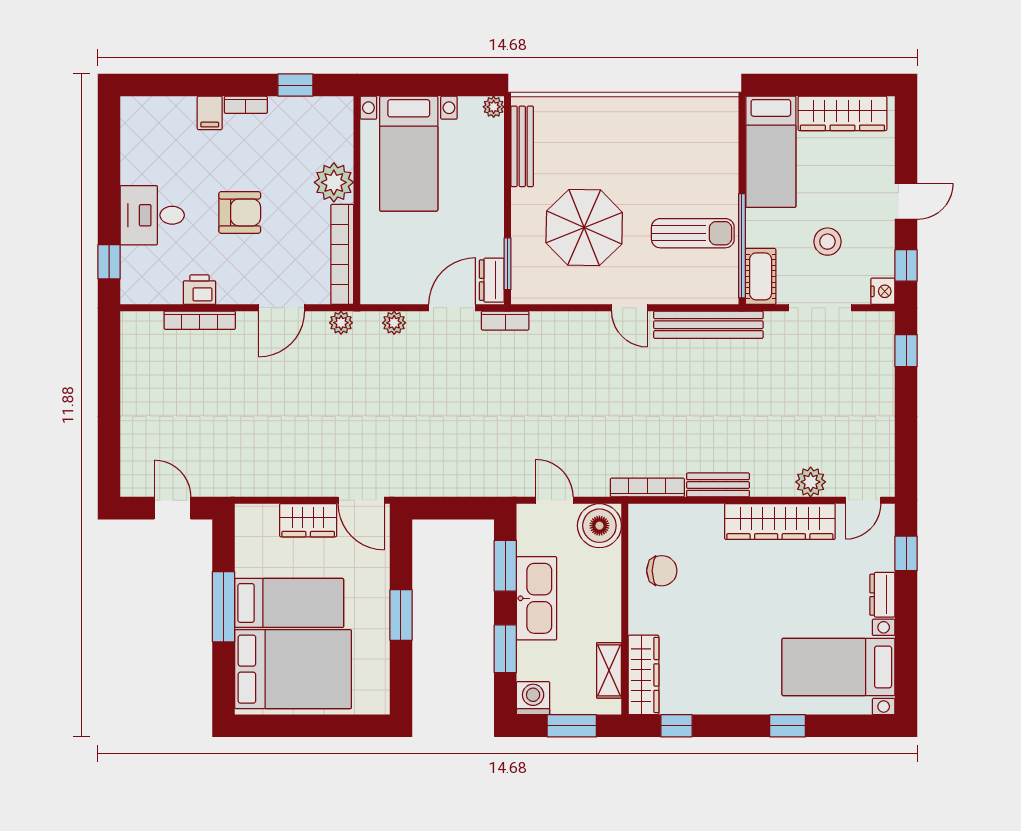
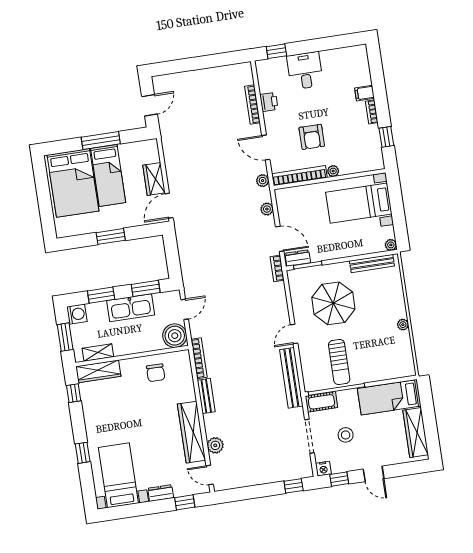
plant: (642, 107) -> (403, 325), added
plant: (334, 182) -> (333, 171), width x0.53, depth x0.53
armchair: (240, 212) -> (312, 137), moved

